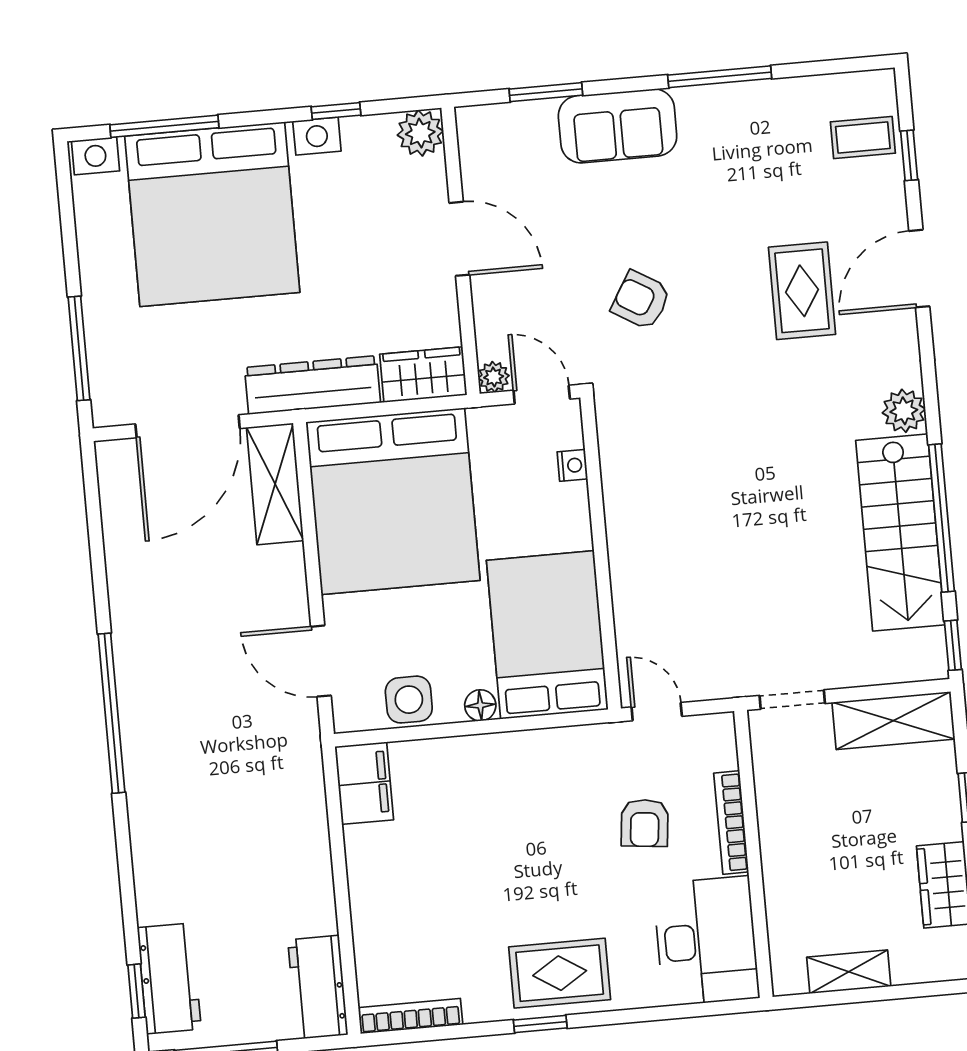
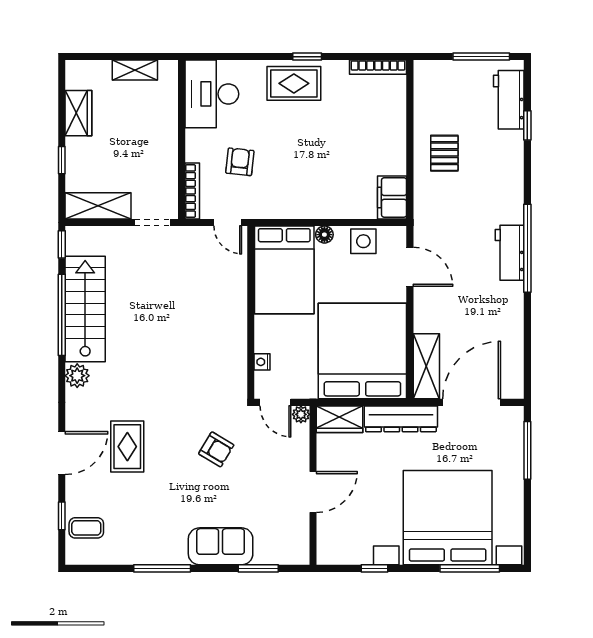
plant: (420, 133) -> (329, 552), removed
door: (459, 239) -> (313, 492), swing flipped
bookcase: (731, 823) -> (192, 191), moved
pallet: (277, 872) -> (444, 153), added
workbench: (318, 987) -> (510, 253), moved, turned 180
window: (136, 991) -> (527, 125), moved

